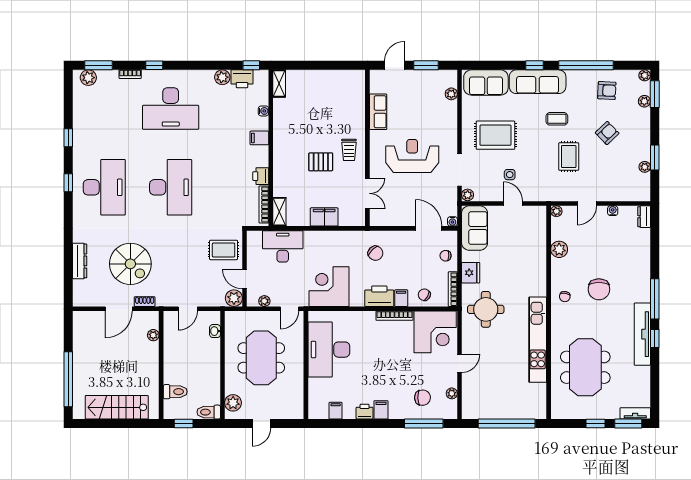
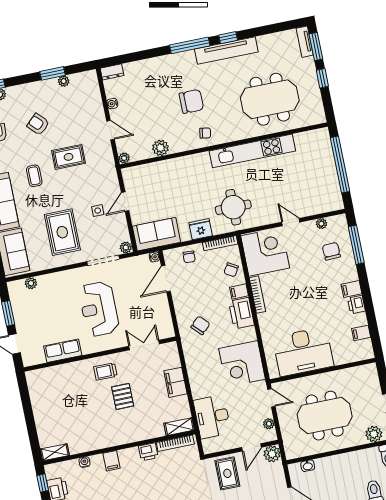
trolley: (349, 150) -> (105, 371), turned 180

